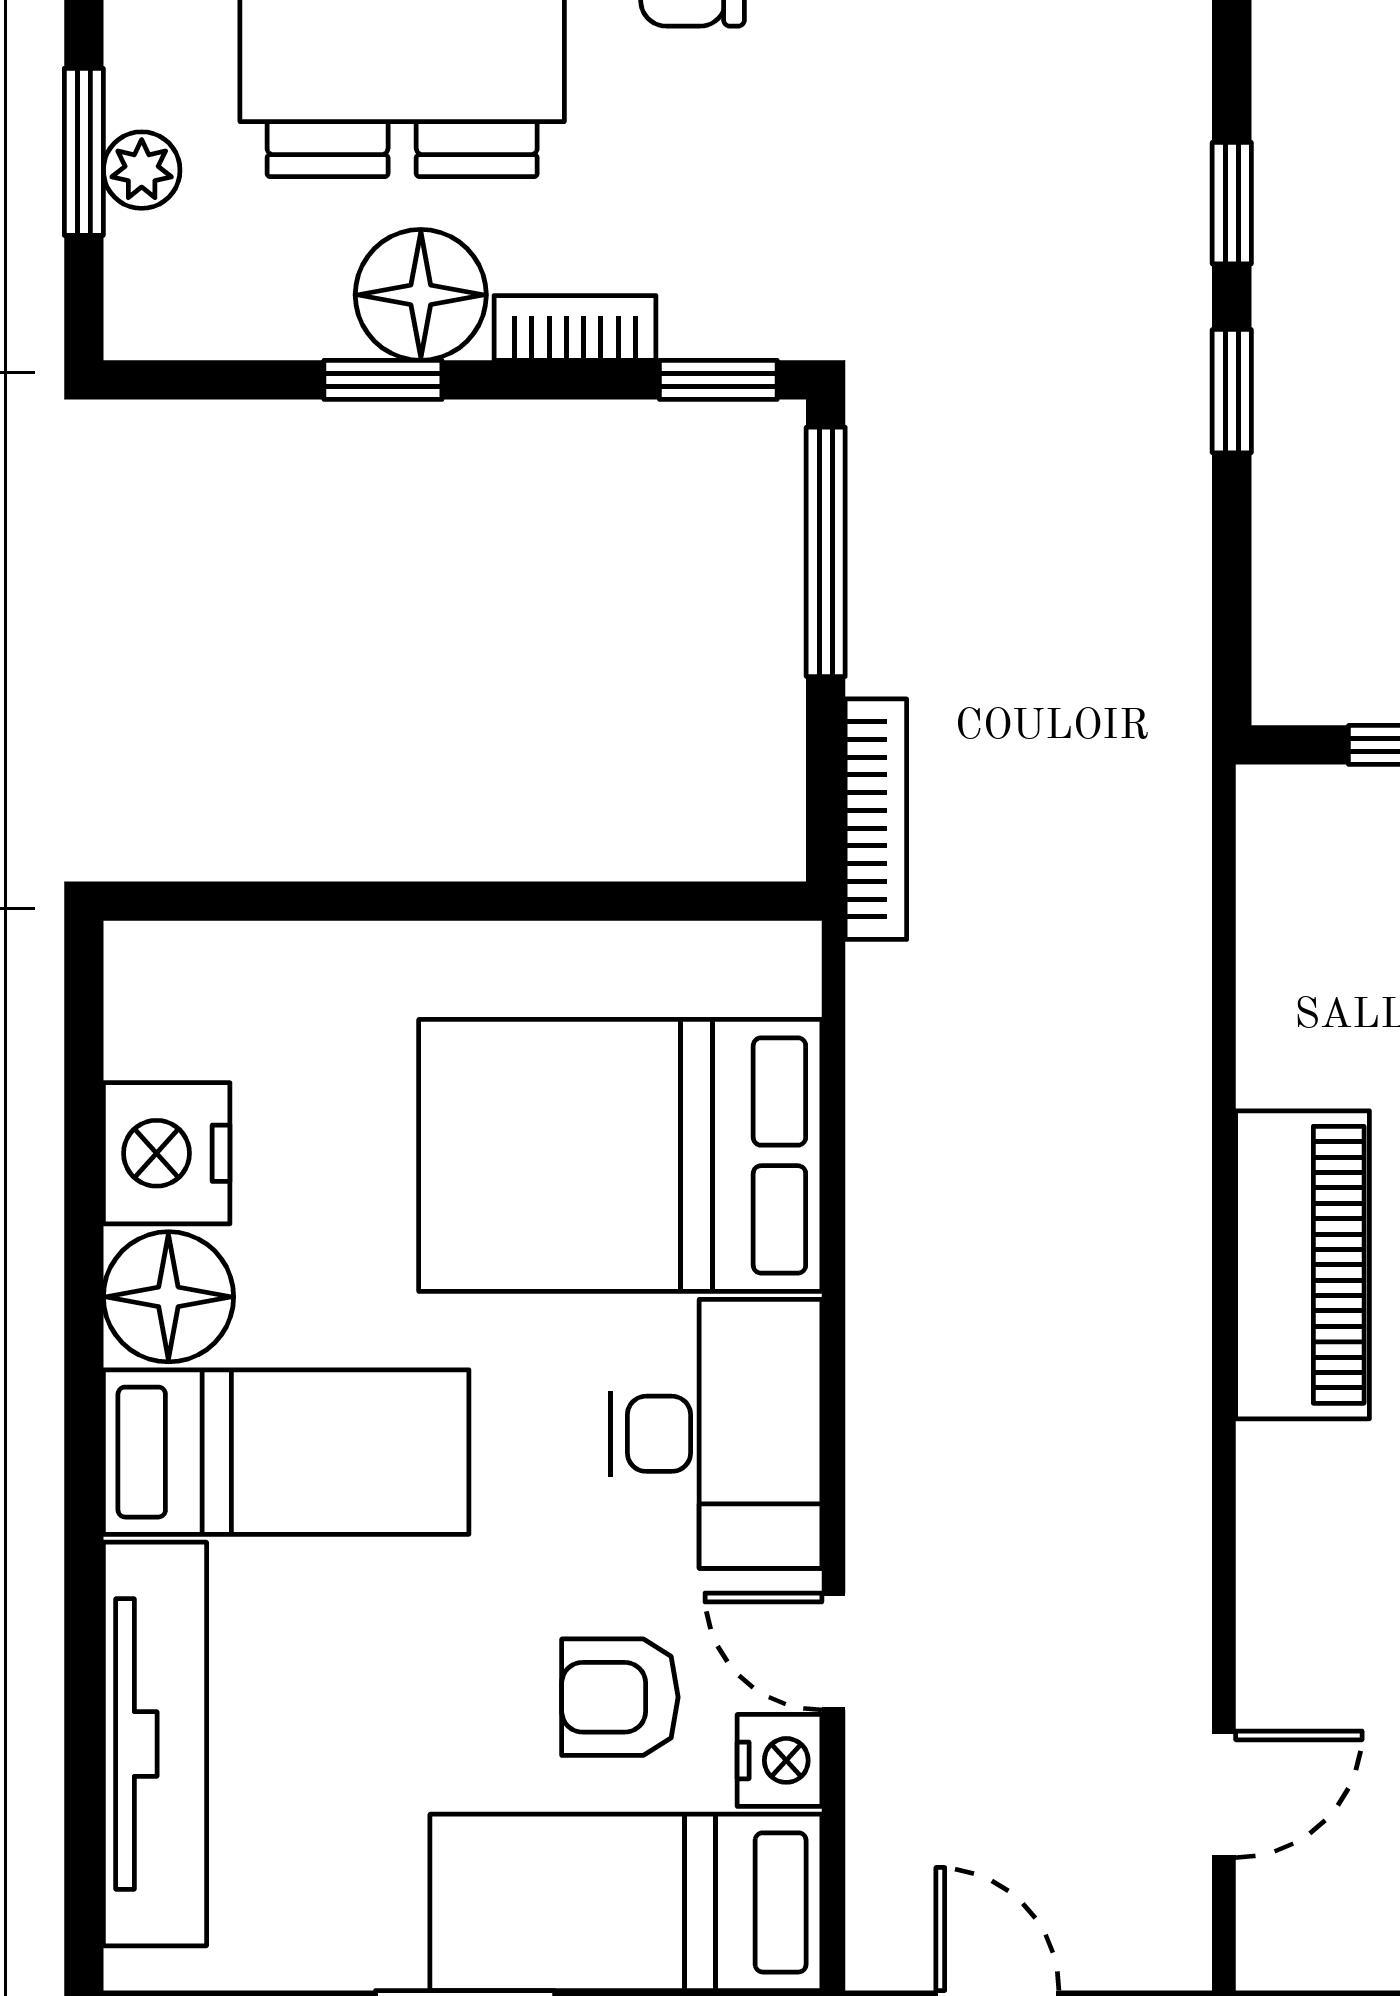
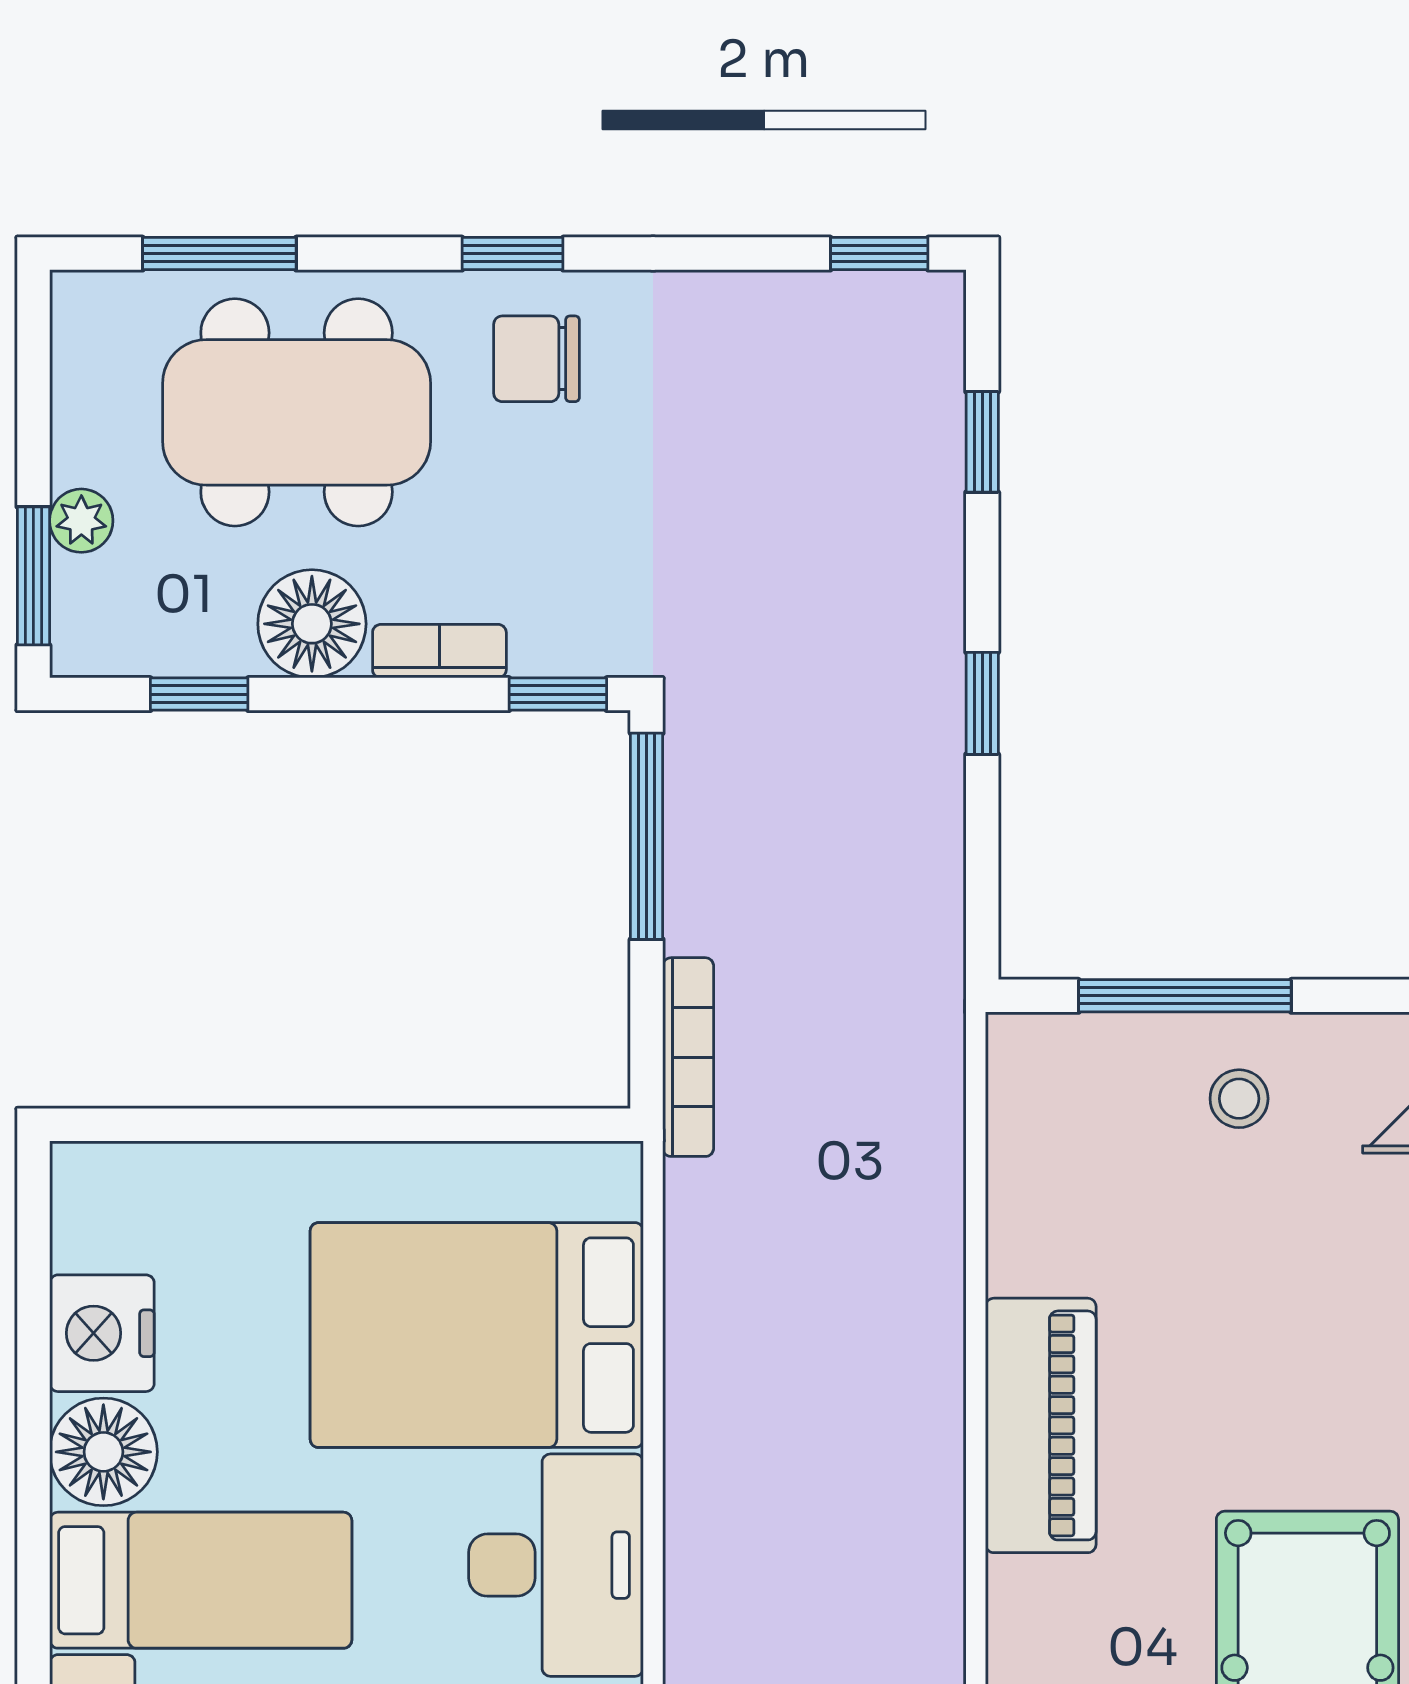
window: (84, 152) -> (33, 576), moved
window: (1232, 203) -> (982, 442), moved
window: (383, 380) -> (199, 694), moved

